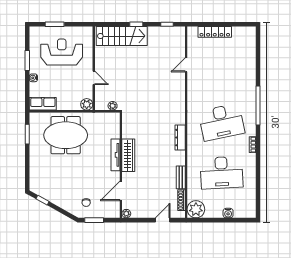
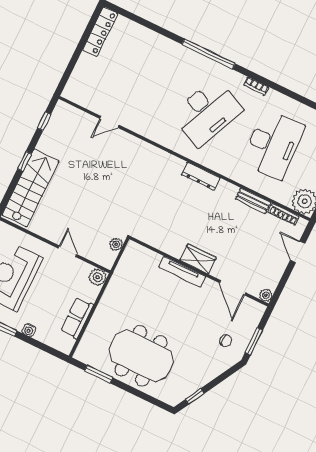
locker: (215, 32) -> (100, 32), moved
door: (186, 65) -> (109, 122), hinge flipped
door: (94, 78) -> (67, 251), hinge flipped
row of seats: (43, 104) -> (77, 318), moved
desk: (222, 122) -> (207, 112), turned 36
meeting table: (66, 135) -> (141, 356), moved, turned 90
wardrobe: (128, 155) -> (198, 259), width x0.67

